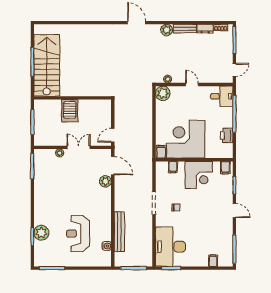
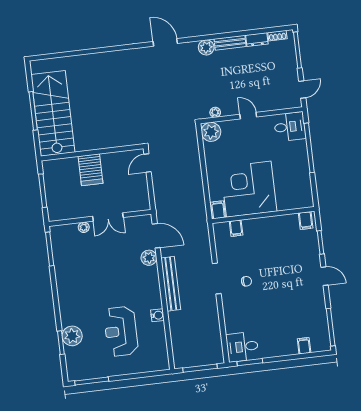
door: (113, 135) -> (148, 163), moved
printer: (227, 135) -> (302, 178), removed
double door: (78, 147) -> (108, 217), swing flipped
corner desk: (199, 175) -> (272, 234), removed
bench: (119, 232) -> (171, 284), moved
water cooler: (107, 246) -> (157, 315), moved
desk: (170, 247) -> (242, 347), width x0.53, depth x0.77

